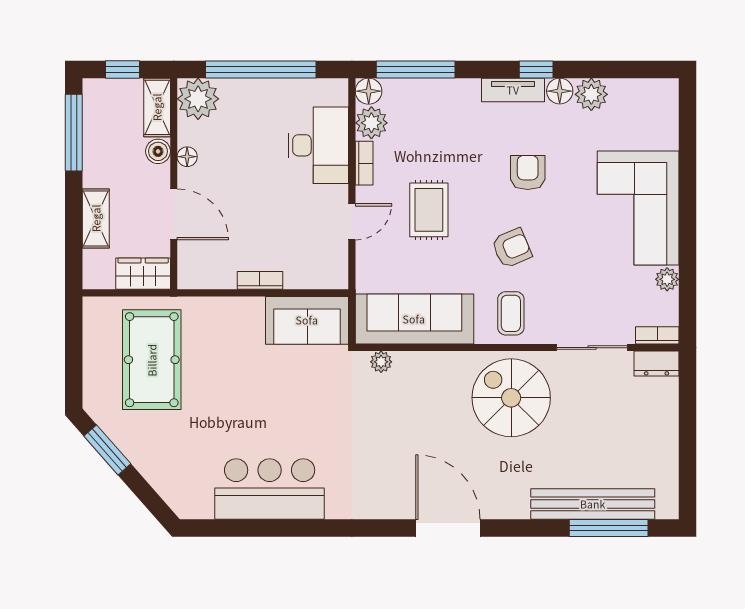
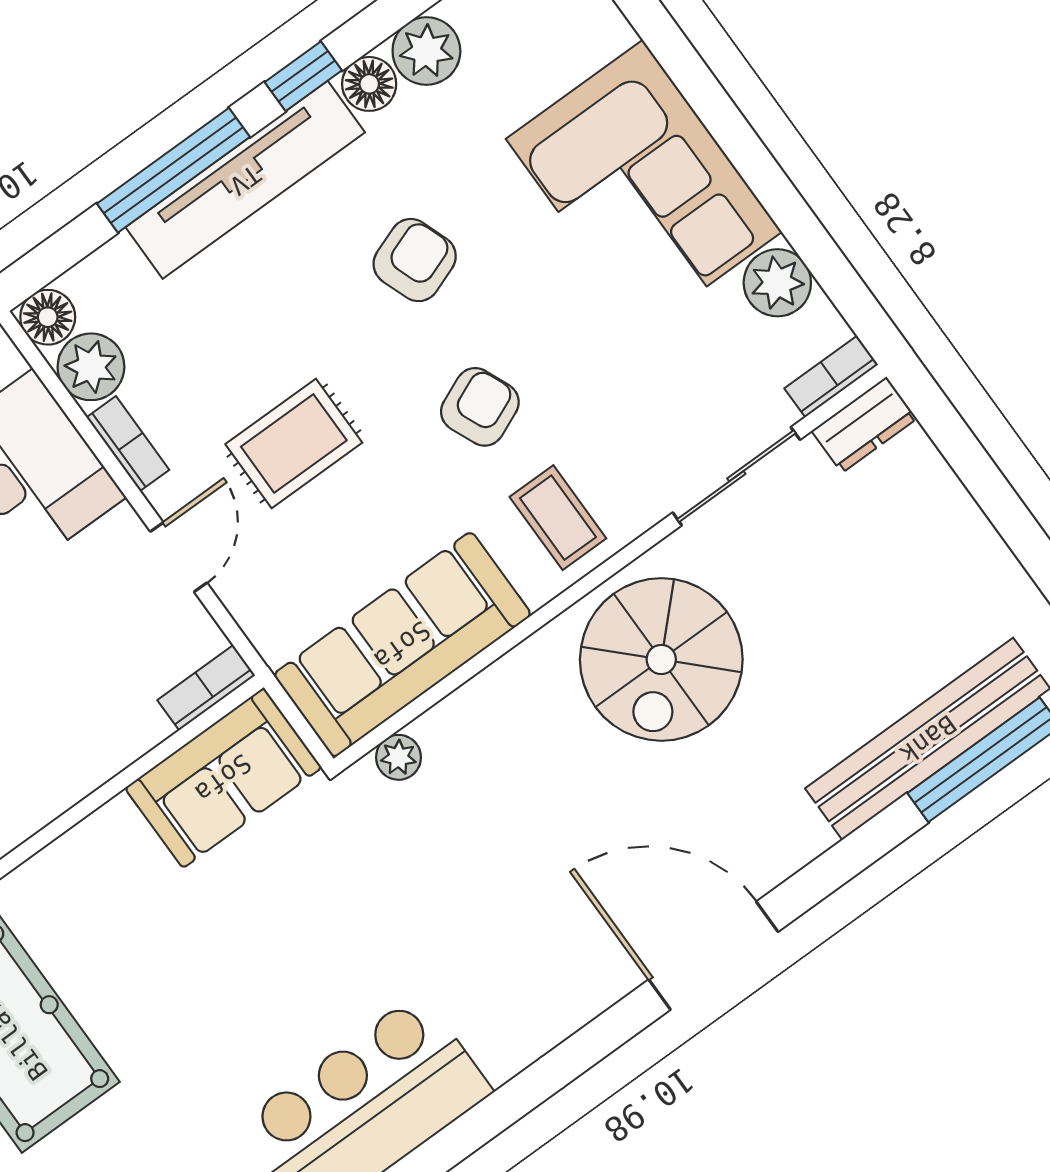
window: (416, 69) -> (173, 170), moved
tv unit: (513, 90) -> (245, 180), width x1.92, depth x1.29
armchair: (528, 172) -> (415, 260), turned 70
rug: (429, 210) -> (294, 443), turned 90
plant: (667, 279) -> (777, 283), width x1.38, depth x1.38
bookcase: (260, 280) -> (206, 688), moved
spiral stairs: (511, 398) -> (661, 659), turned -90

